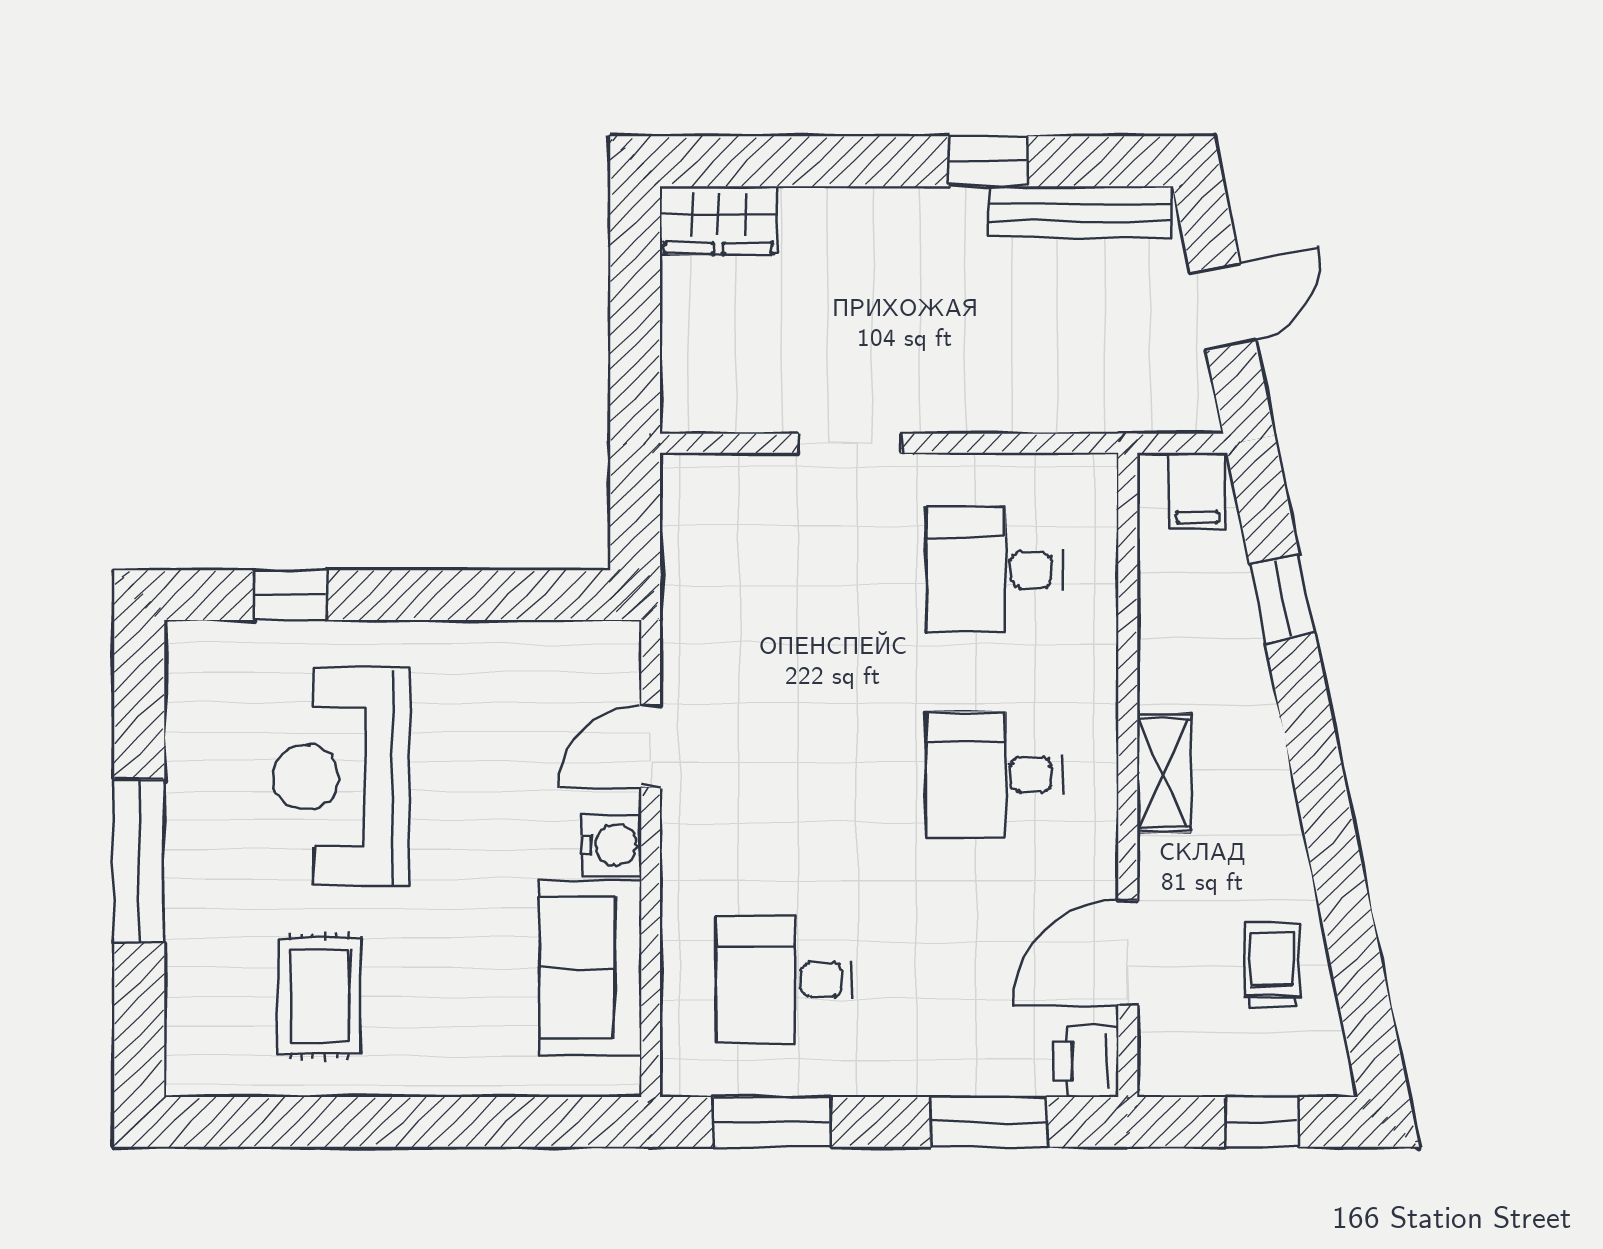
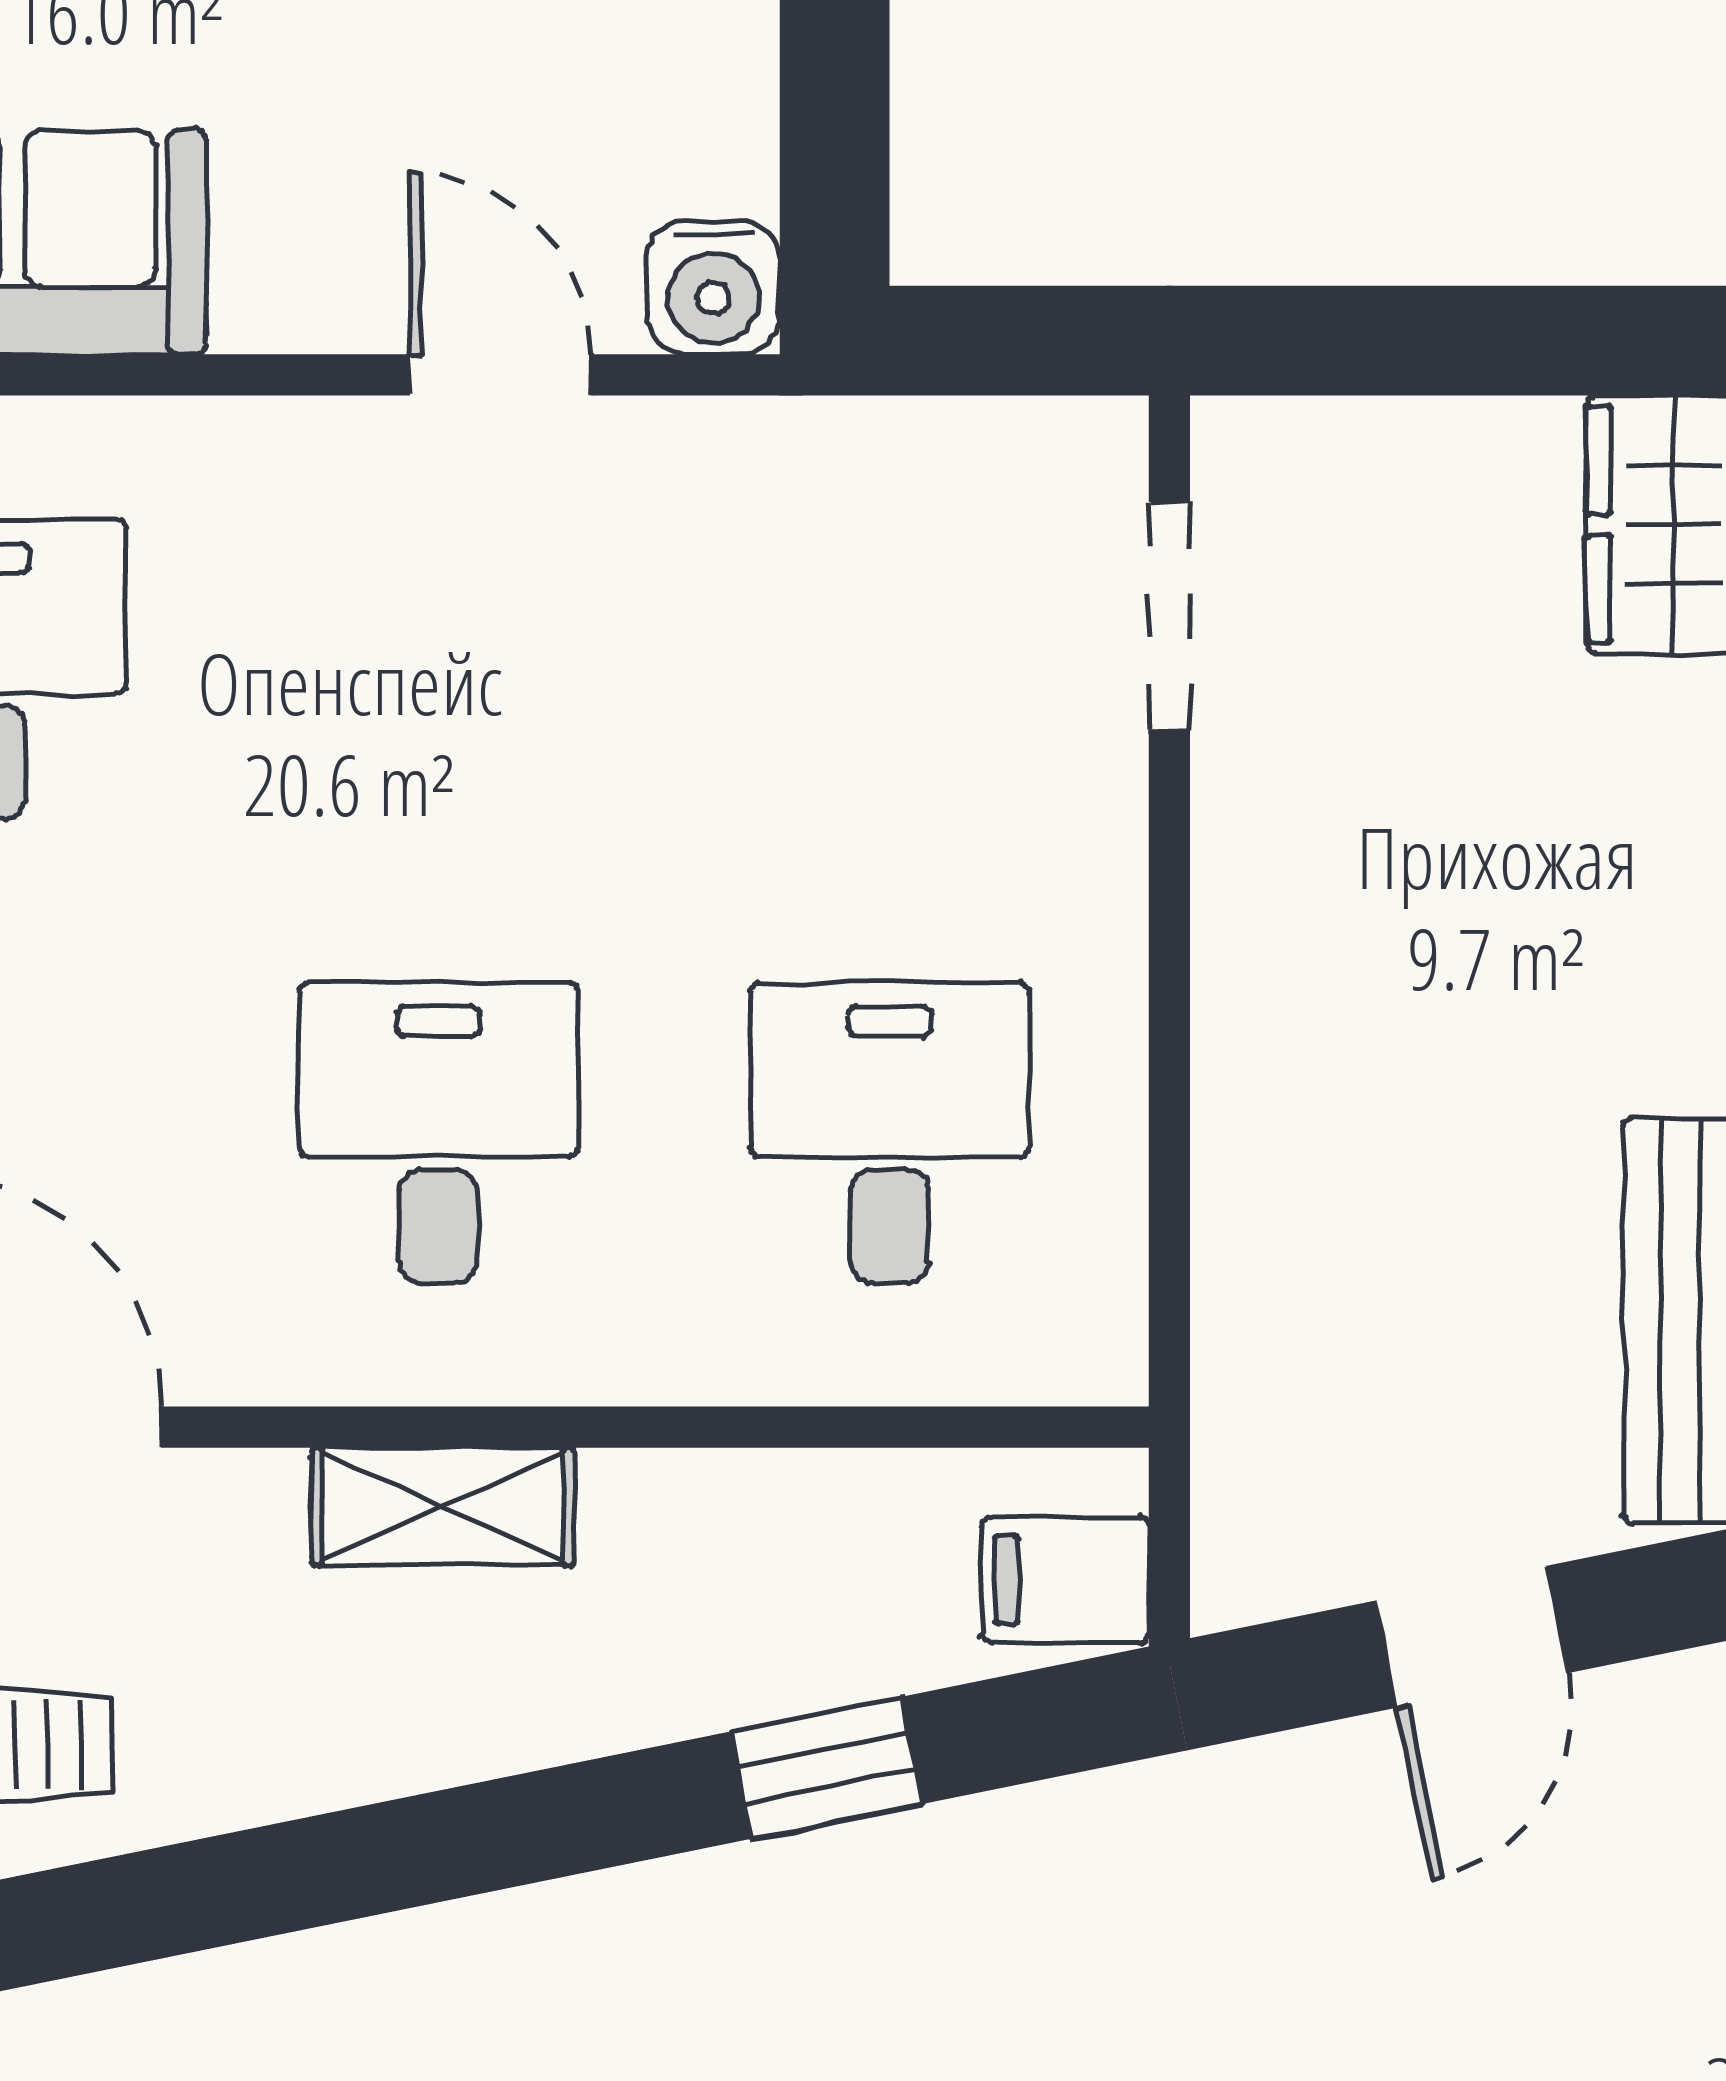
door: (1223, 307) -> (1471, 1637), hinge flipped
doorway: (850, 443) -> (1169, 616), moved
water cooler: (611, 845) -> (713, 288), moved

